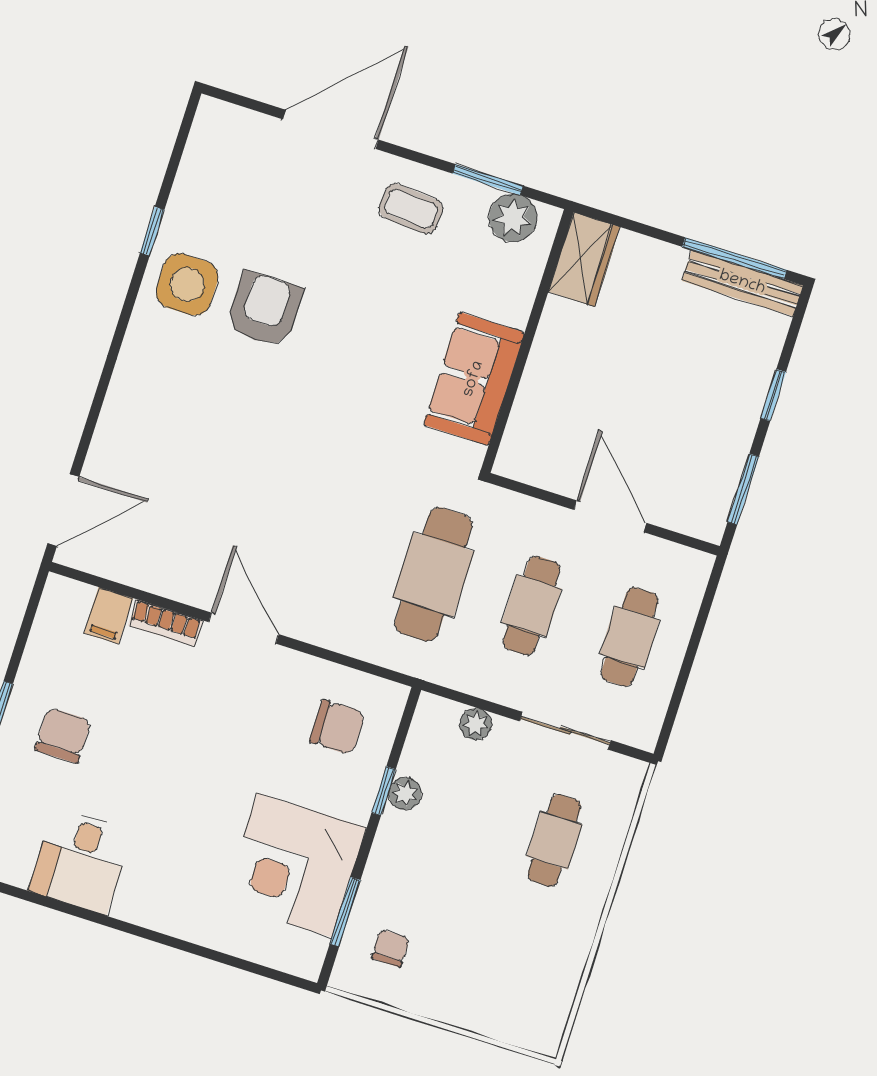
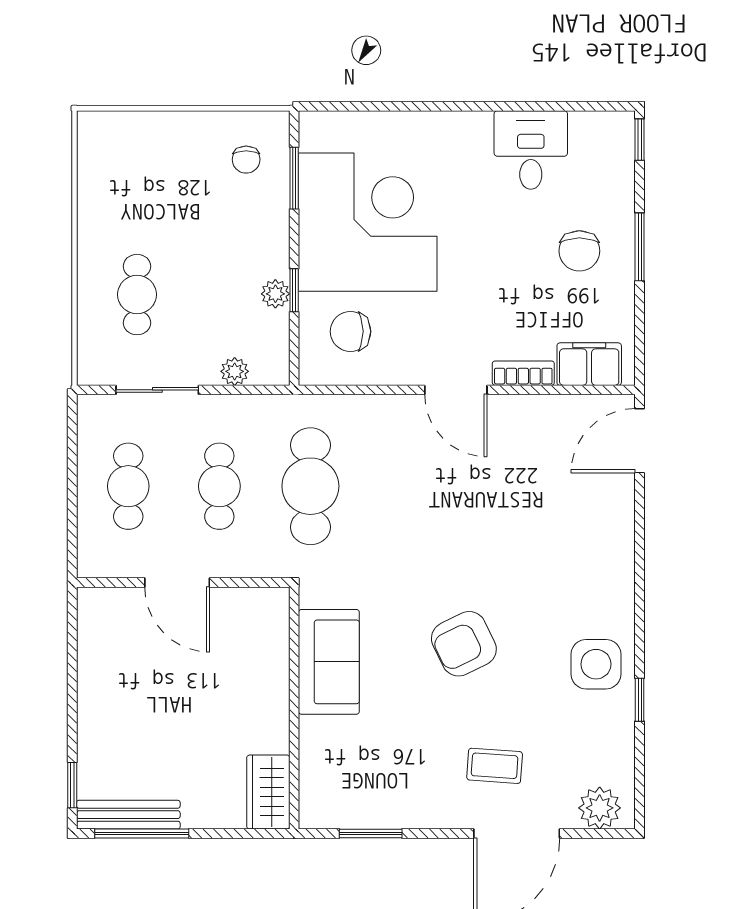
coffee table: (411, 209) -> (495, 766), moved
plant: (513, 218) -> (600, 808), moved
armchair: (264, 309) -> (464, 644), moved, turned 64
window: (773, 395) -> (72, 785), moved
window: (743, 489) -> (72, 641), removed
filing cabinet: (108, 616) -> (589, 364), width x2.00
corner desk: (294, 865) -> (368, 222), width x1.36, depth x1.36

